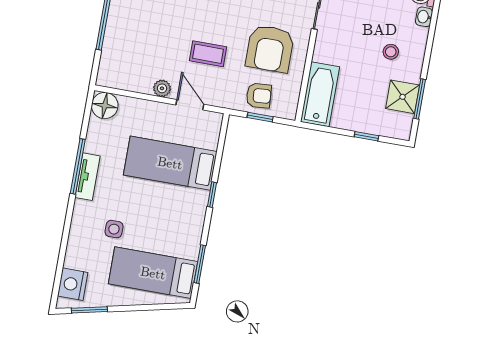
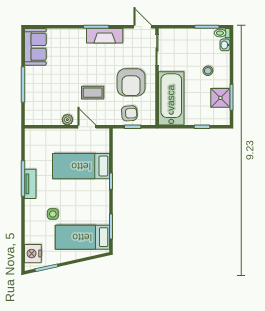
bathtub: (320, 94) -> (171, 98), width x1.36, depth x1.36
floor lamp: (105, 106) -> (33, 137), removed

